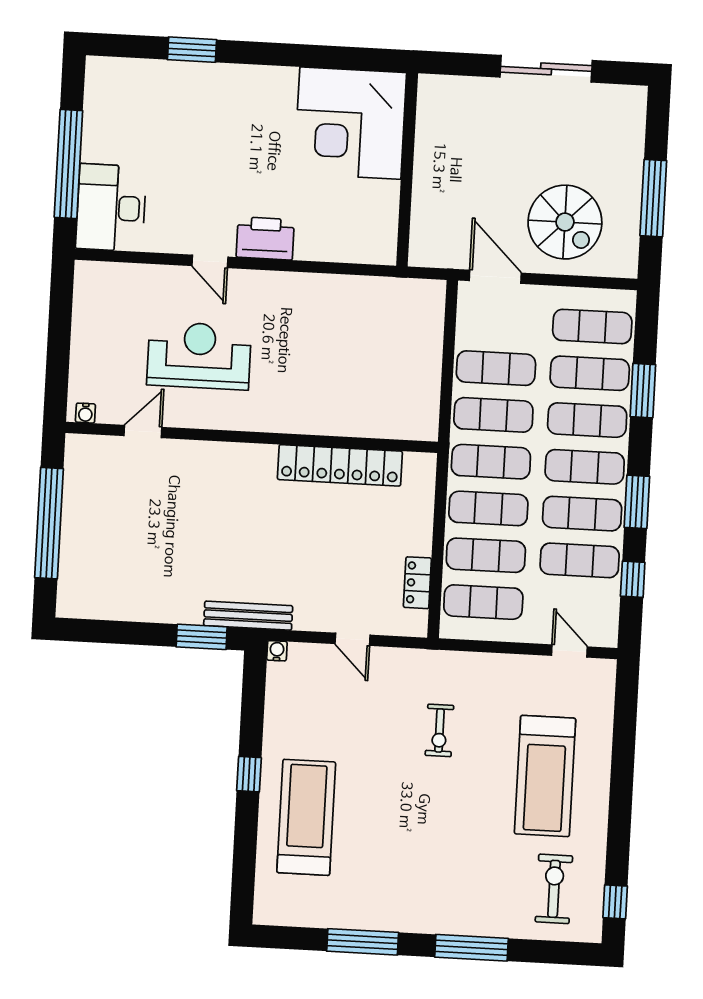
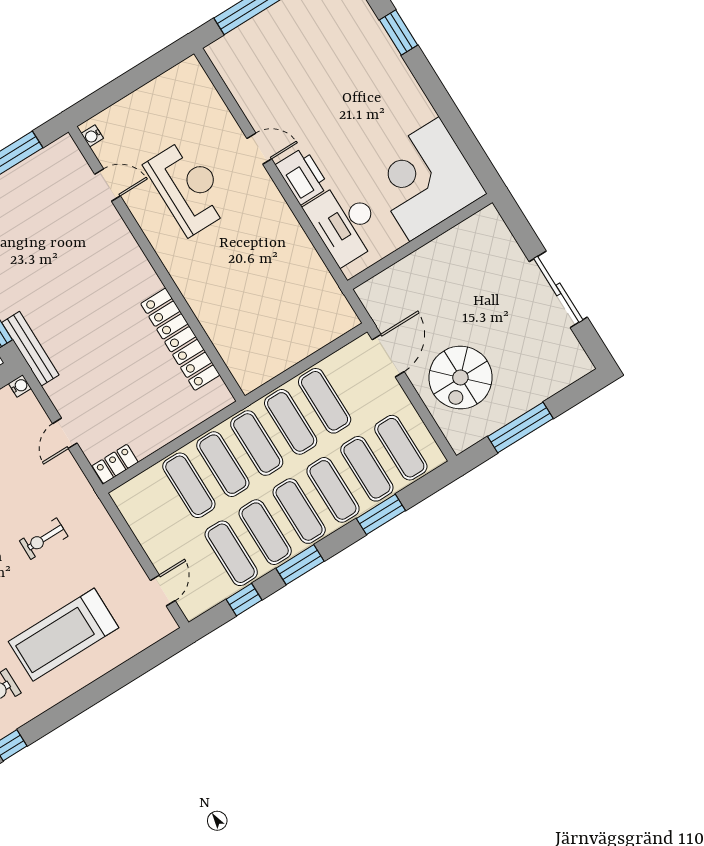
desk: (111, 208) -> (345, 223), moved, turned -90
door: (210, 261) -> (259, 149), swing flipped
locker: (417, 583) -> (115, 464), moved
exercise mat: (483, 602) -> (155, 506), removed

